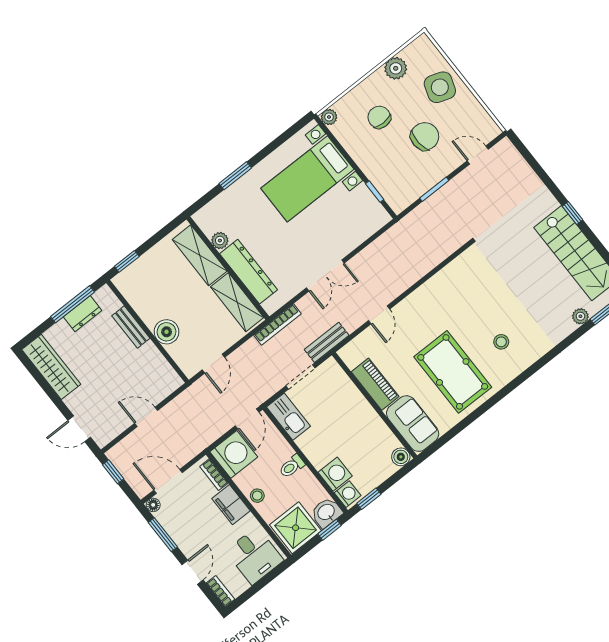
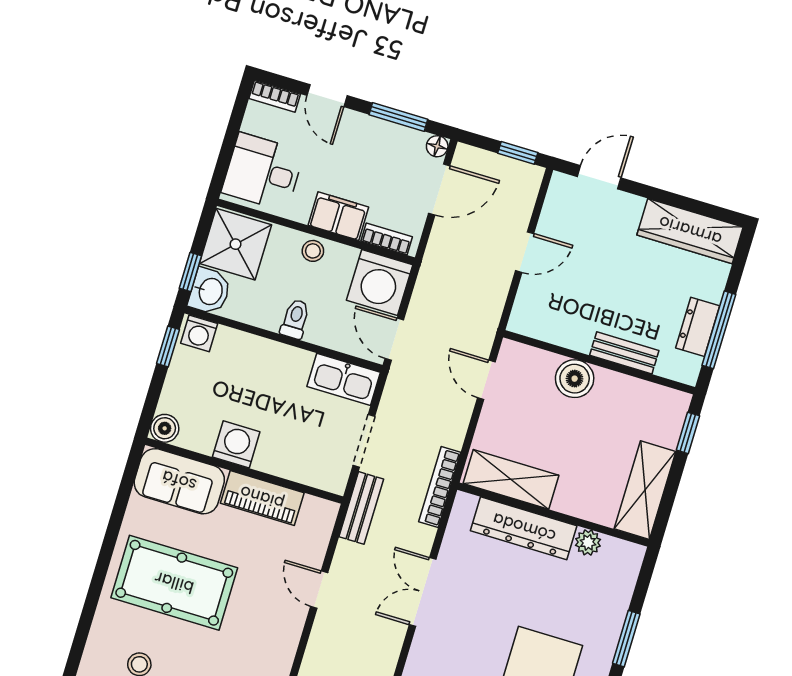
shelving: (200, 255) -> (645, 490), moved, turned 90
washing machine: (335, 474) -> (236, 444), moved, turned 180

